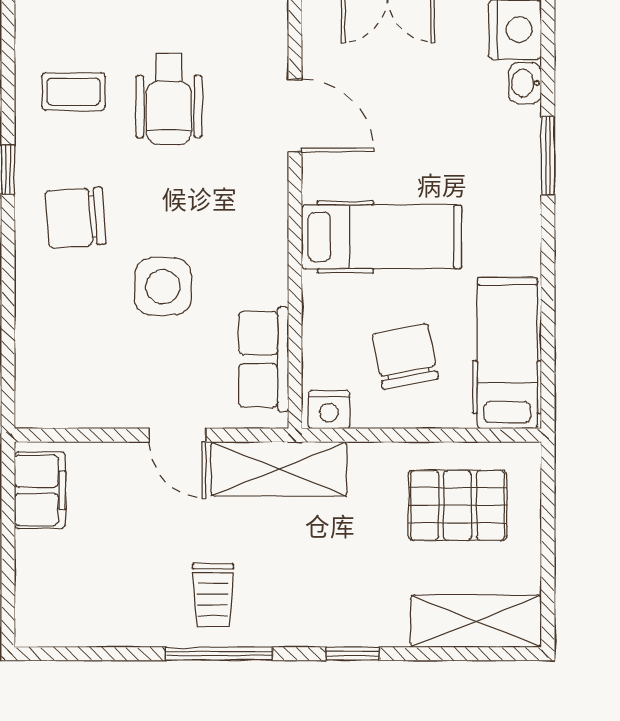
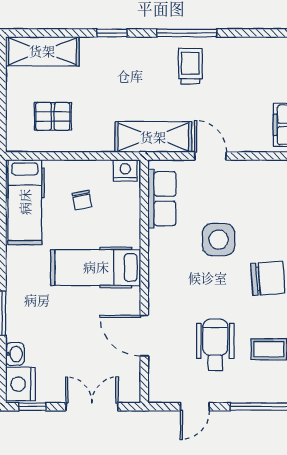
chair: (405, 357) -> (82, 200), width x0.54, depth x0.54
pallet: (458, 505) -> (53, 116), width x0.67, depth x0.71

